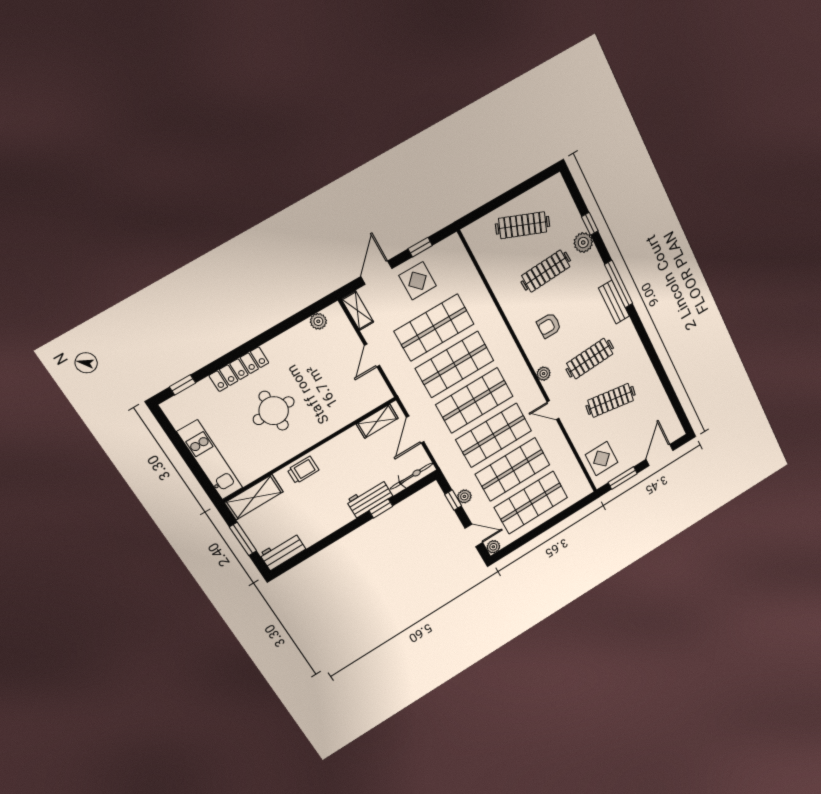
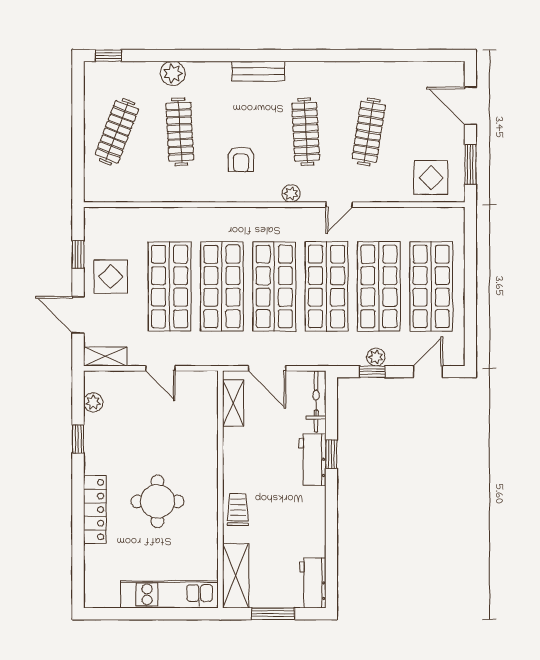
window: (590, 224) -> (108, 56), moved
window: (619, 284) -> (241, 56), removed
window: (182, 385) -> (78, 439), moved
plant: (493, 547) -> (456, 357), removed

